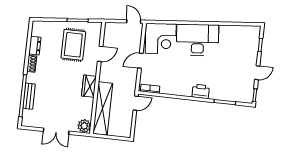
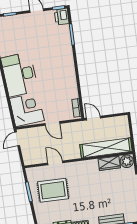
wardrobe: (89, 86) -> (109, 163), moved
printer: (201, 91) -> (62, 17), moved

